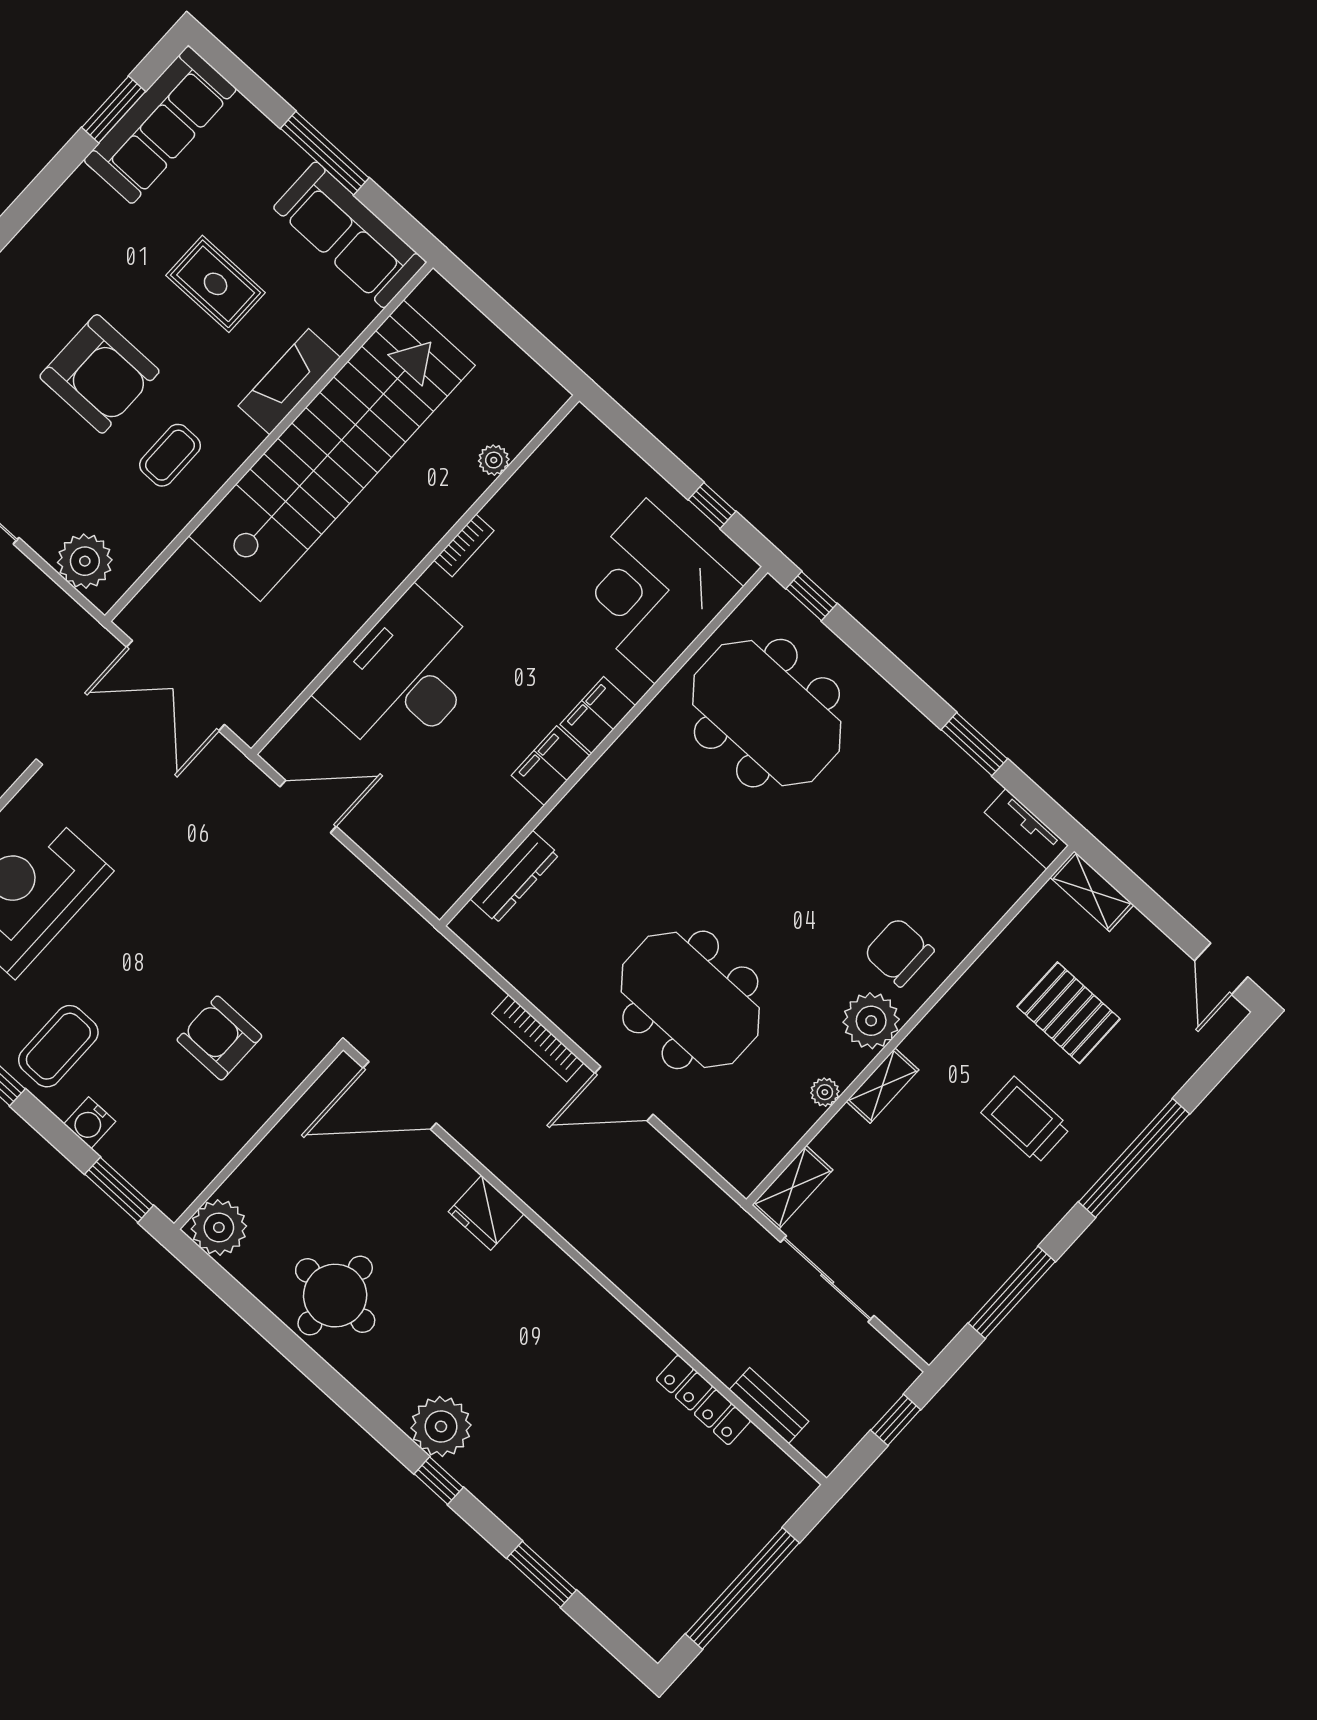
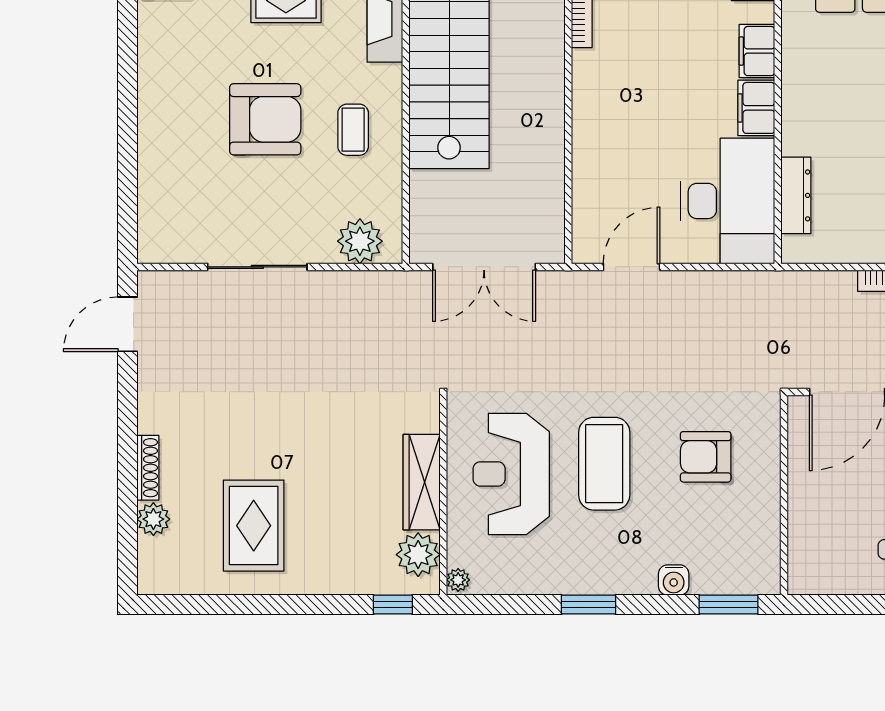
desk: (405, 677) -> (728, 201), moved, turned 180
coffee table: (58, 1046) -> (604, 464), moved, width x1.36, depth x1.32
plant: (219, 1227) -> (810, 572), removed

